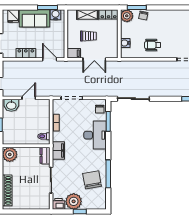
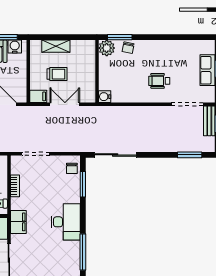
locker: (109, 14) -> (83, 46), removed
water cooler: (125, 43) -> (105, 97), moved
wheelchair: (153, 45) -> (159, 81), moved
double door: (94, 59) -> (65, 104), swing flipped
desk: (95, 135) -> (66, 222), moved
chair: (92, 180) -> (62, 260), removed

